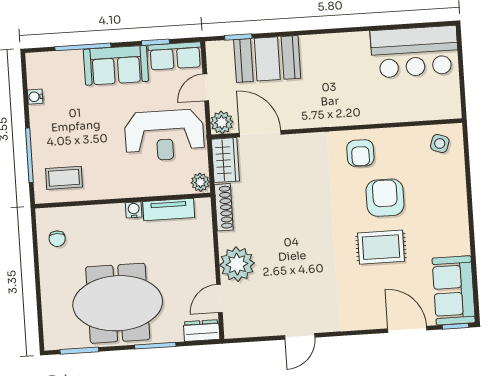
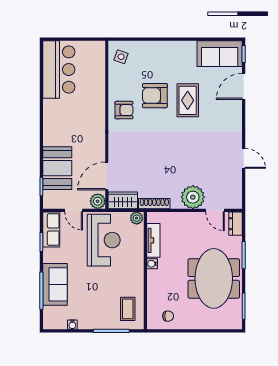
sofa: (116, 65) -> (55, 284), moved

